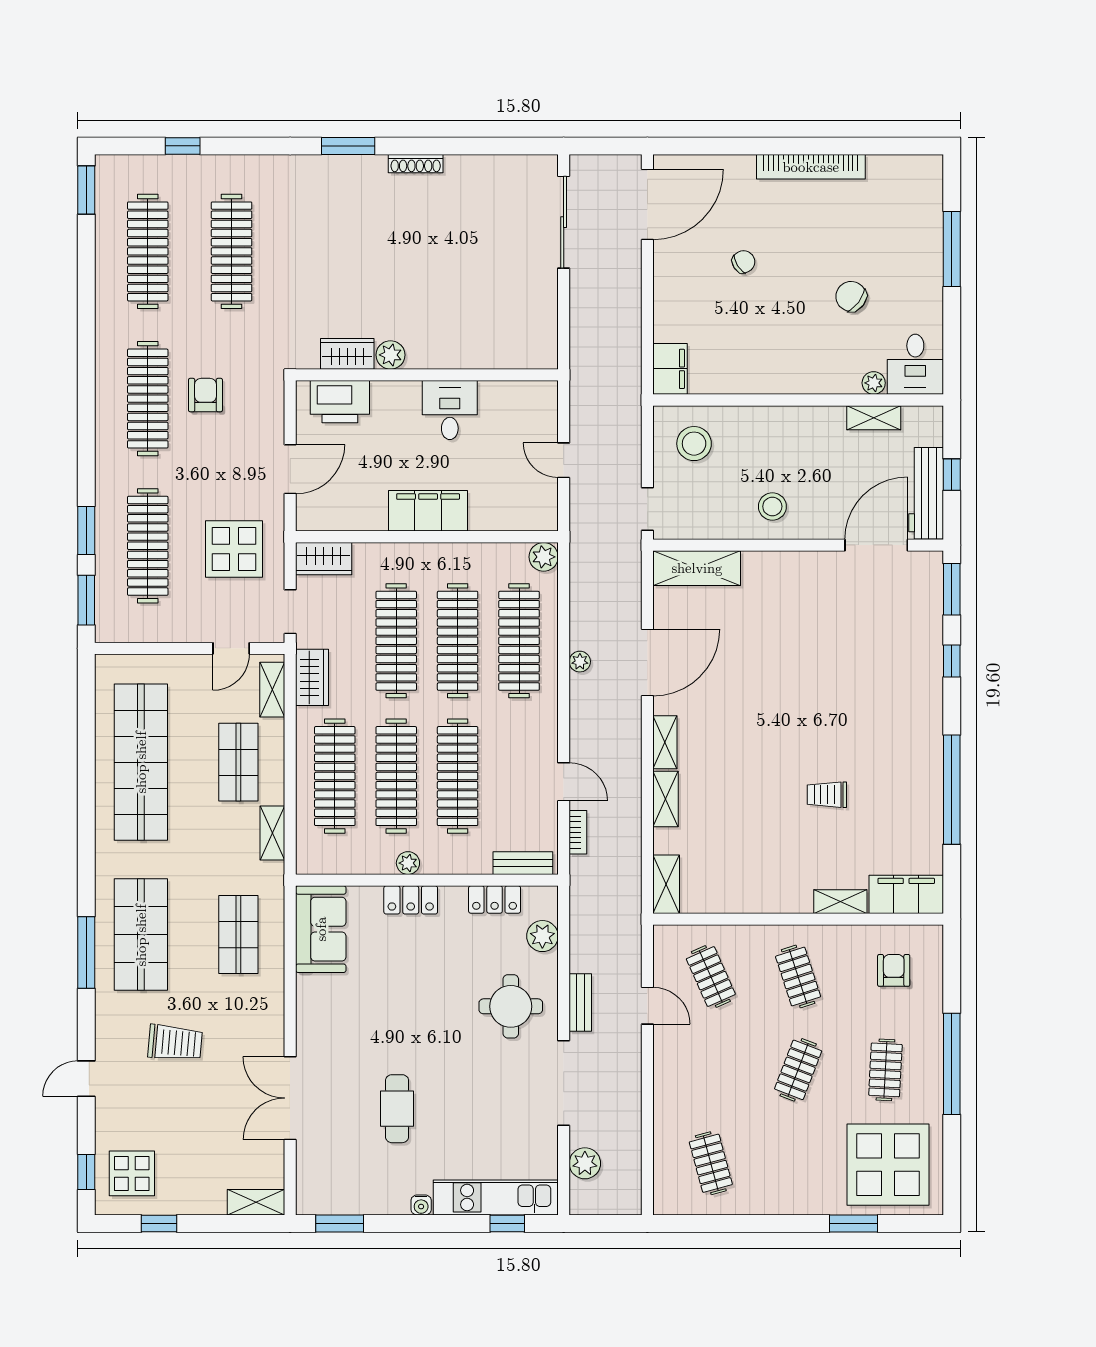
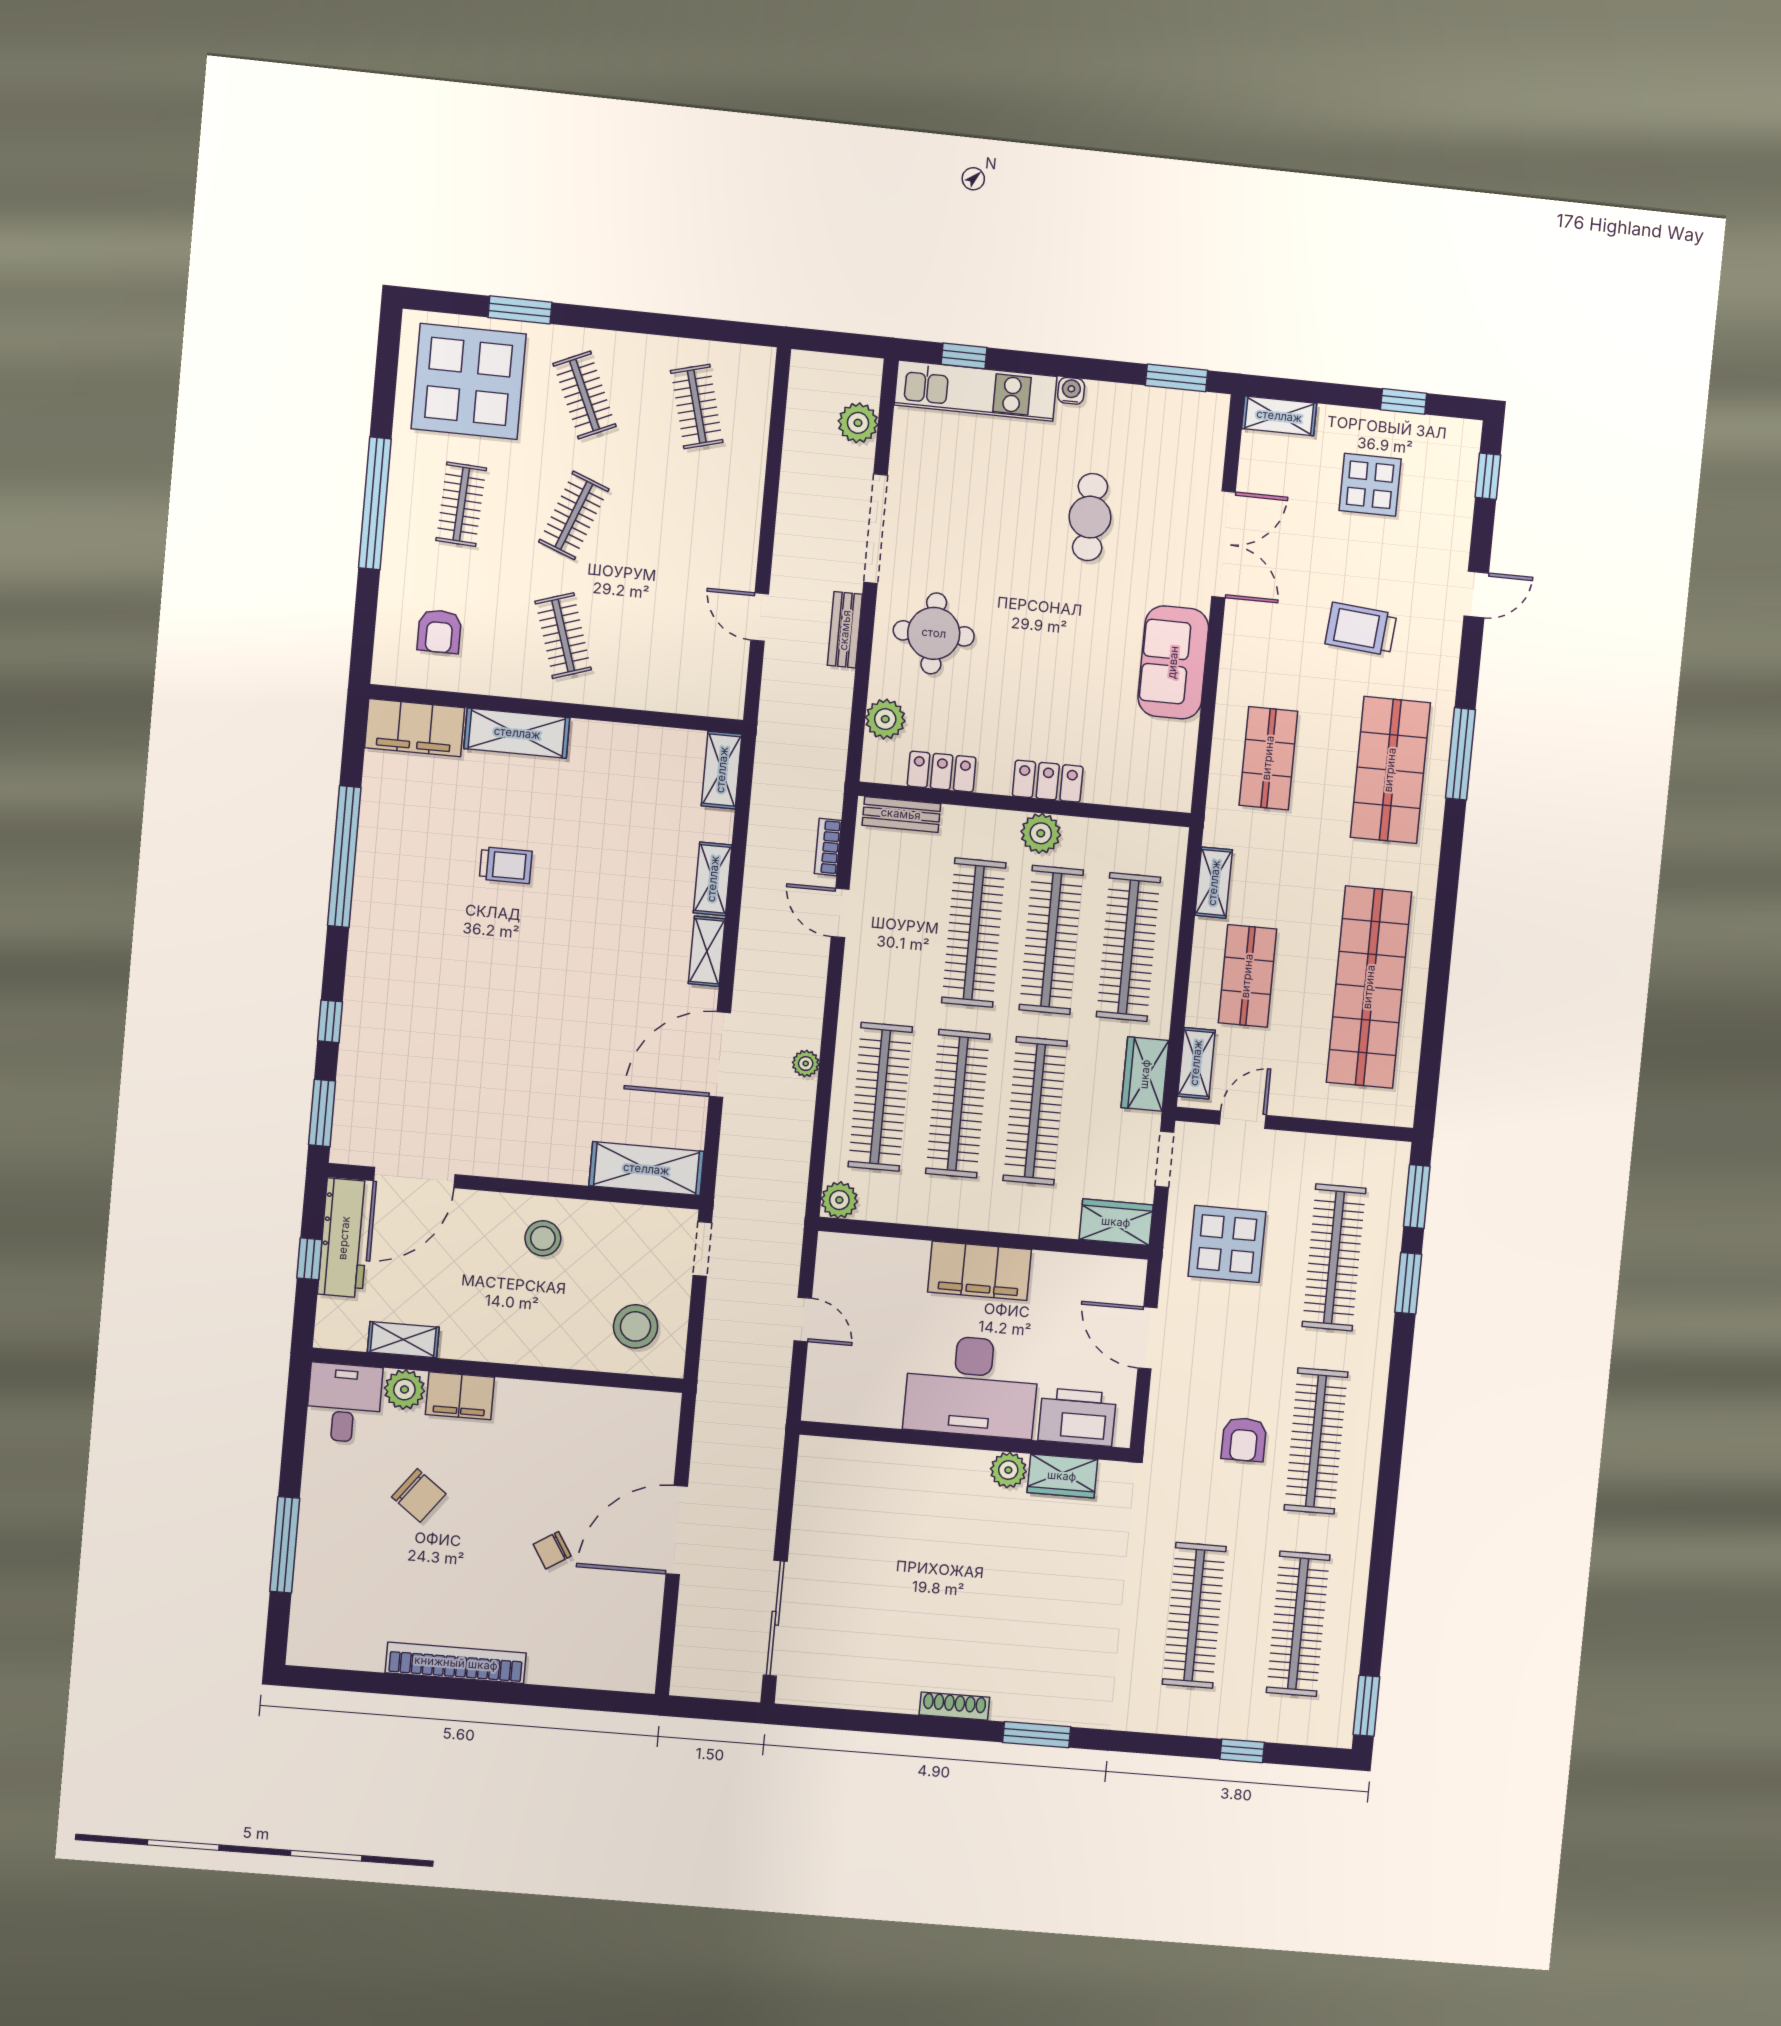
door: (647, 204) -> (677, 1530), moved
filing cabinet: (670, 369) -> (460, 1396), moved, turned -90
plant: (874, 383) -> (404, 1389), width x1.38, depth x1.38
desk: (450, 410) -> (972, 1386), width x1.87, depth x1.30
door: (290, 469) -> (1147, 1338), hinge flipped
plant: (408, 863) -> (1041, 833), width x1.38, depth x1.38
shelving: (840, 902) -> (517, 733), width x1.50, depth x1.33
sofa: (321, 929) -> (1173, 662), moved
clothes rail: (711, 977) -> (584, 395), moved
display table: (132, 1173) -> (1370, 485), moved

